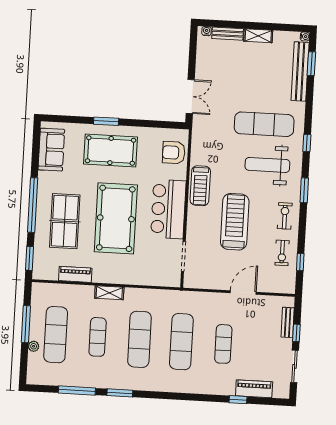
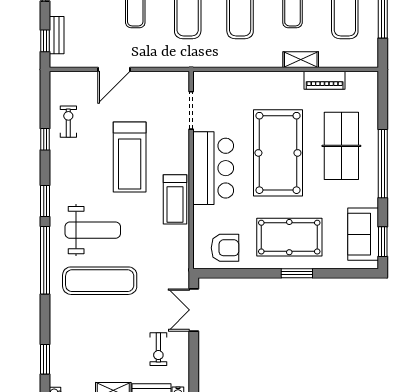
bench: (300, 71) -> (59, 349), removed
window: (307, 143) -> (45, 260), width x3.17
armchair: (174, 153) -> (225, 248), moved
treadmill: (200, 186) -> (175, 199), turned 180
exercise bike: (285, 216) -> (158, 349), moved
window: (30, 258) -> (383, 242), moved
window: (300, 262) -> (45, 139), moved
shelving: (109, 293) -> (301, 60), moved
window: (296, 333) -> (45, 41), moved

